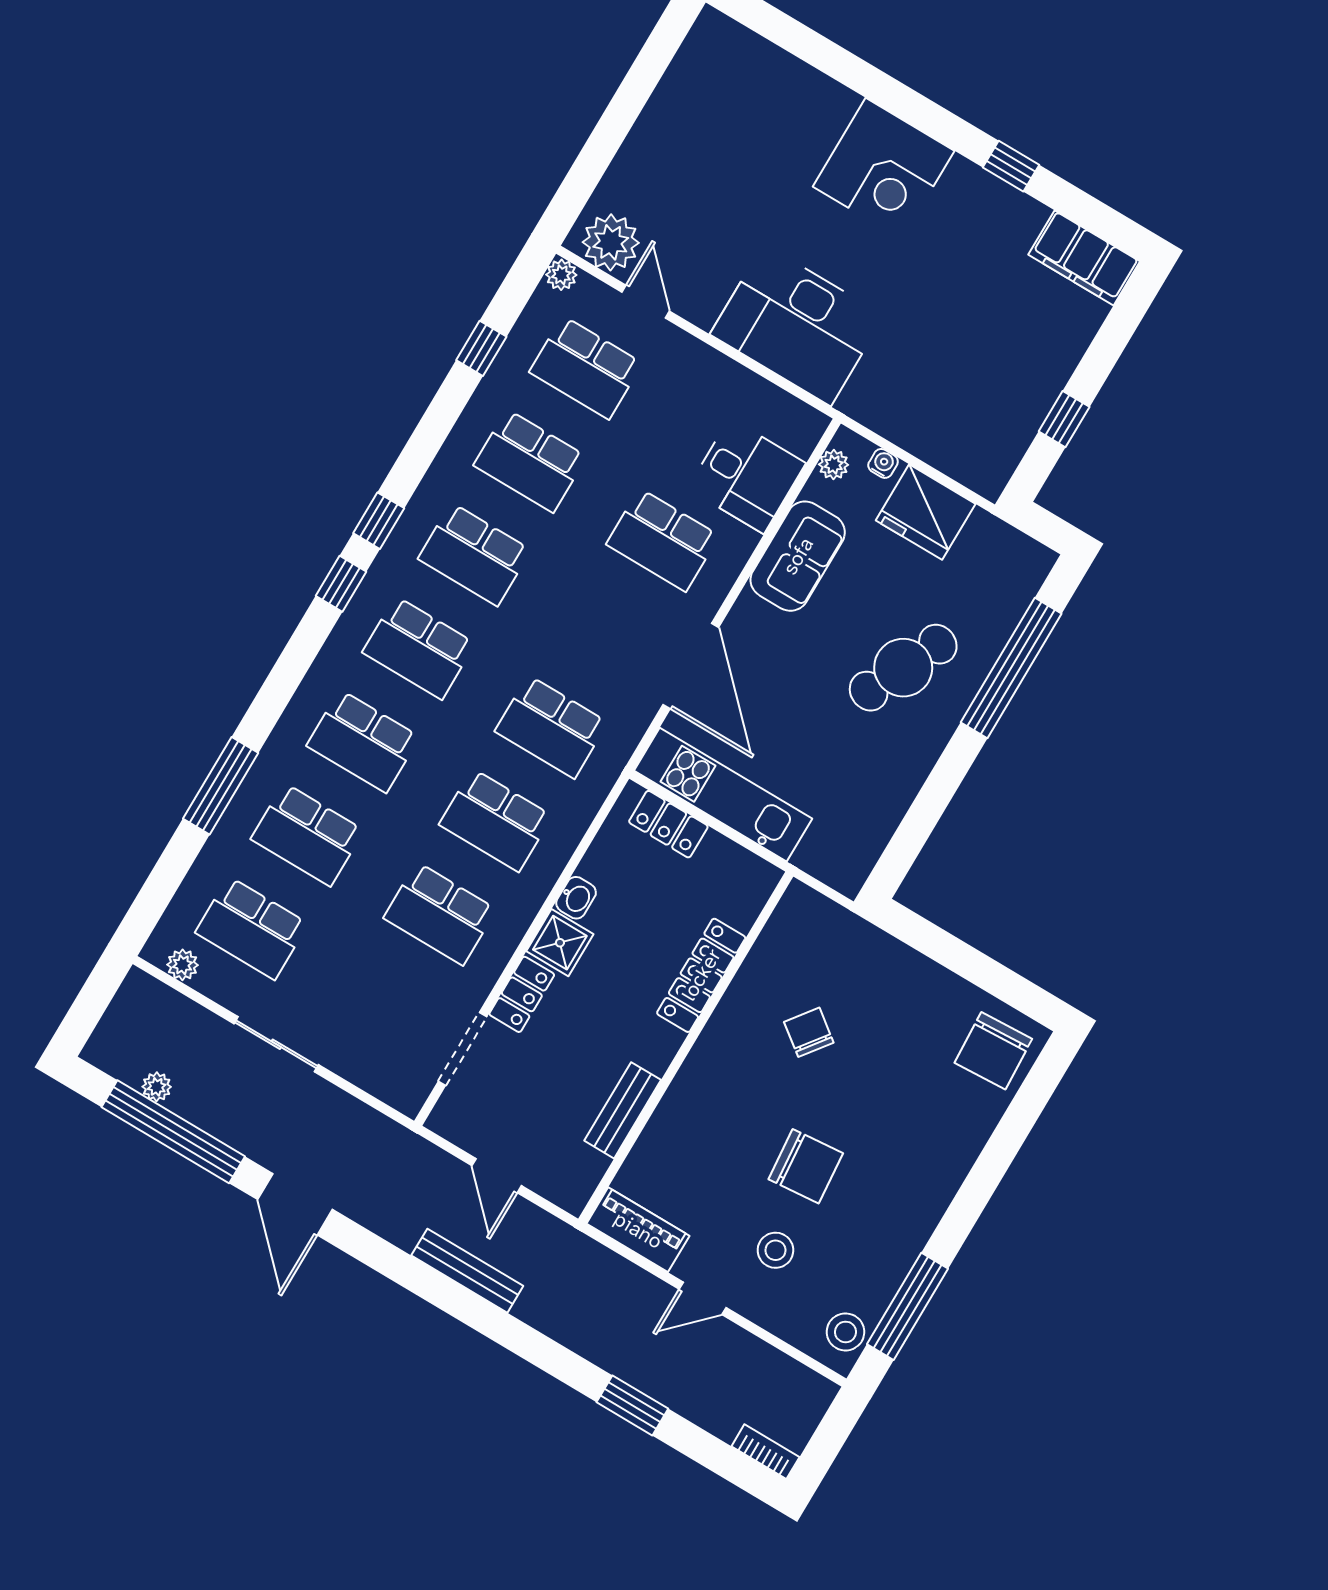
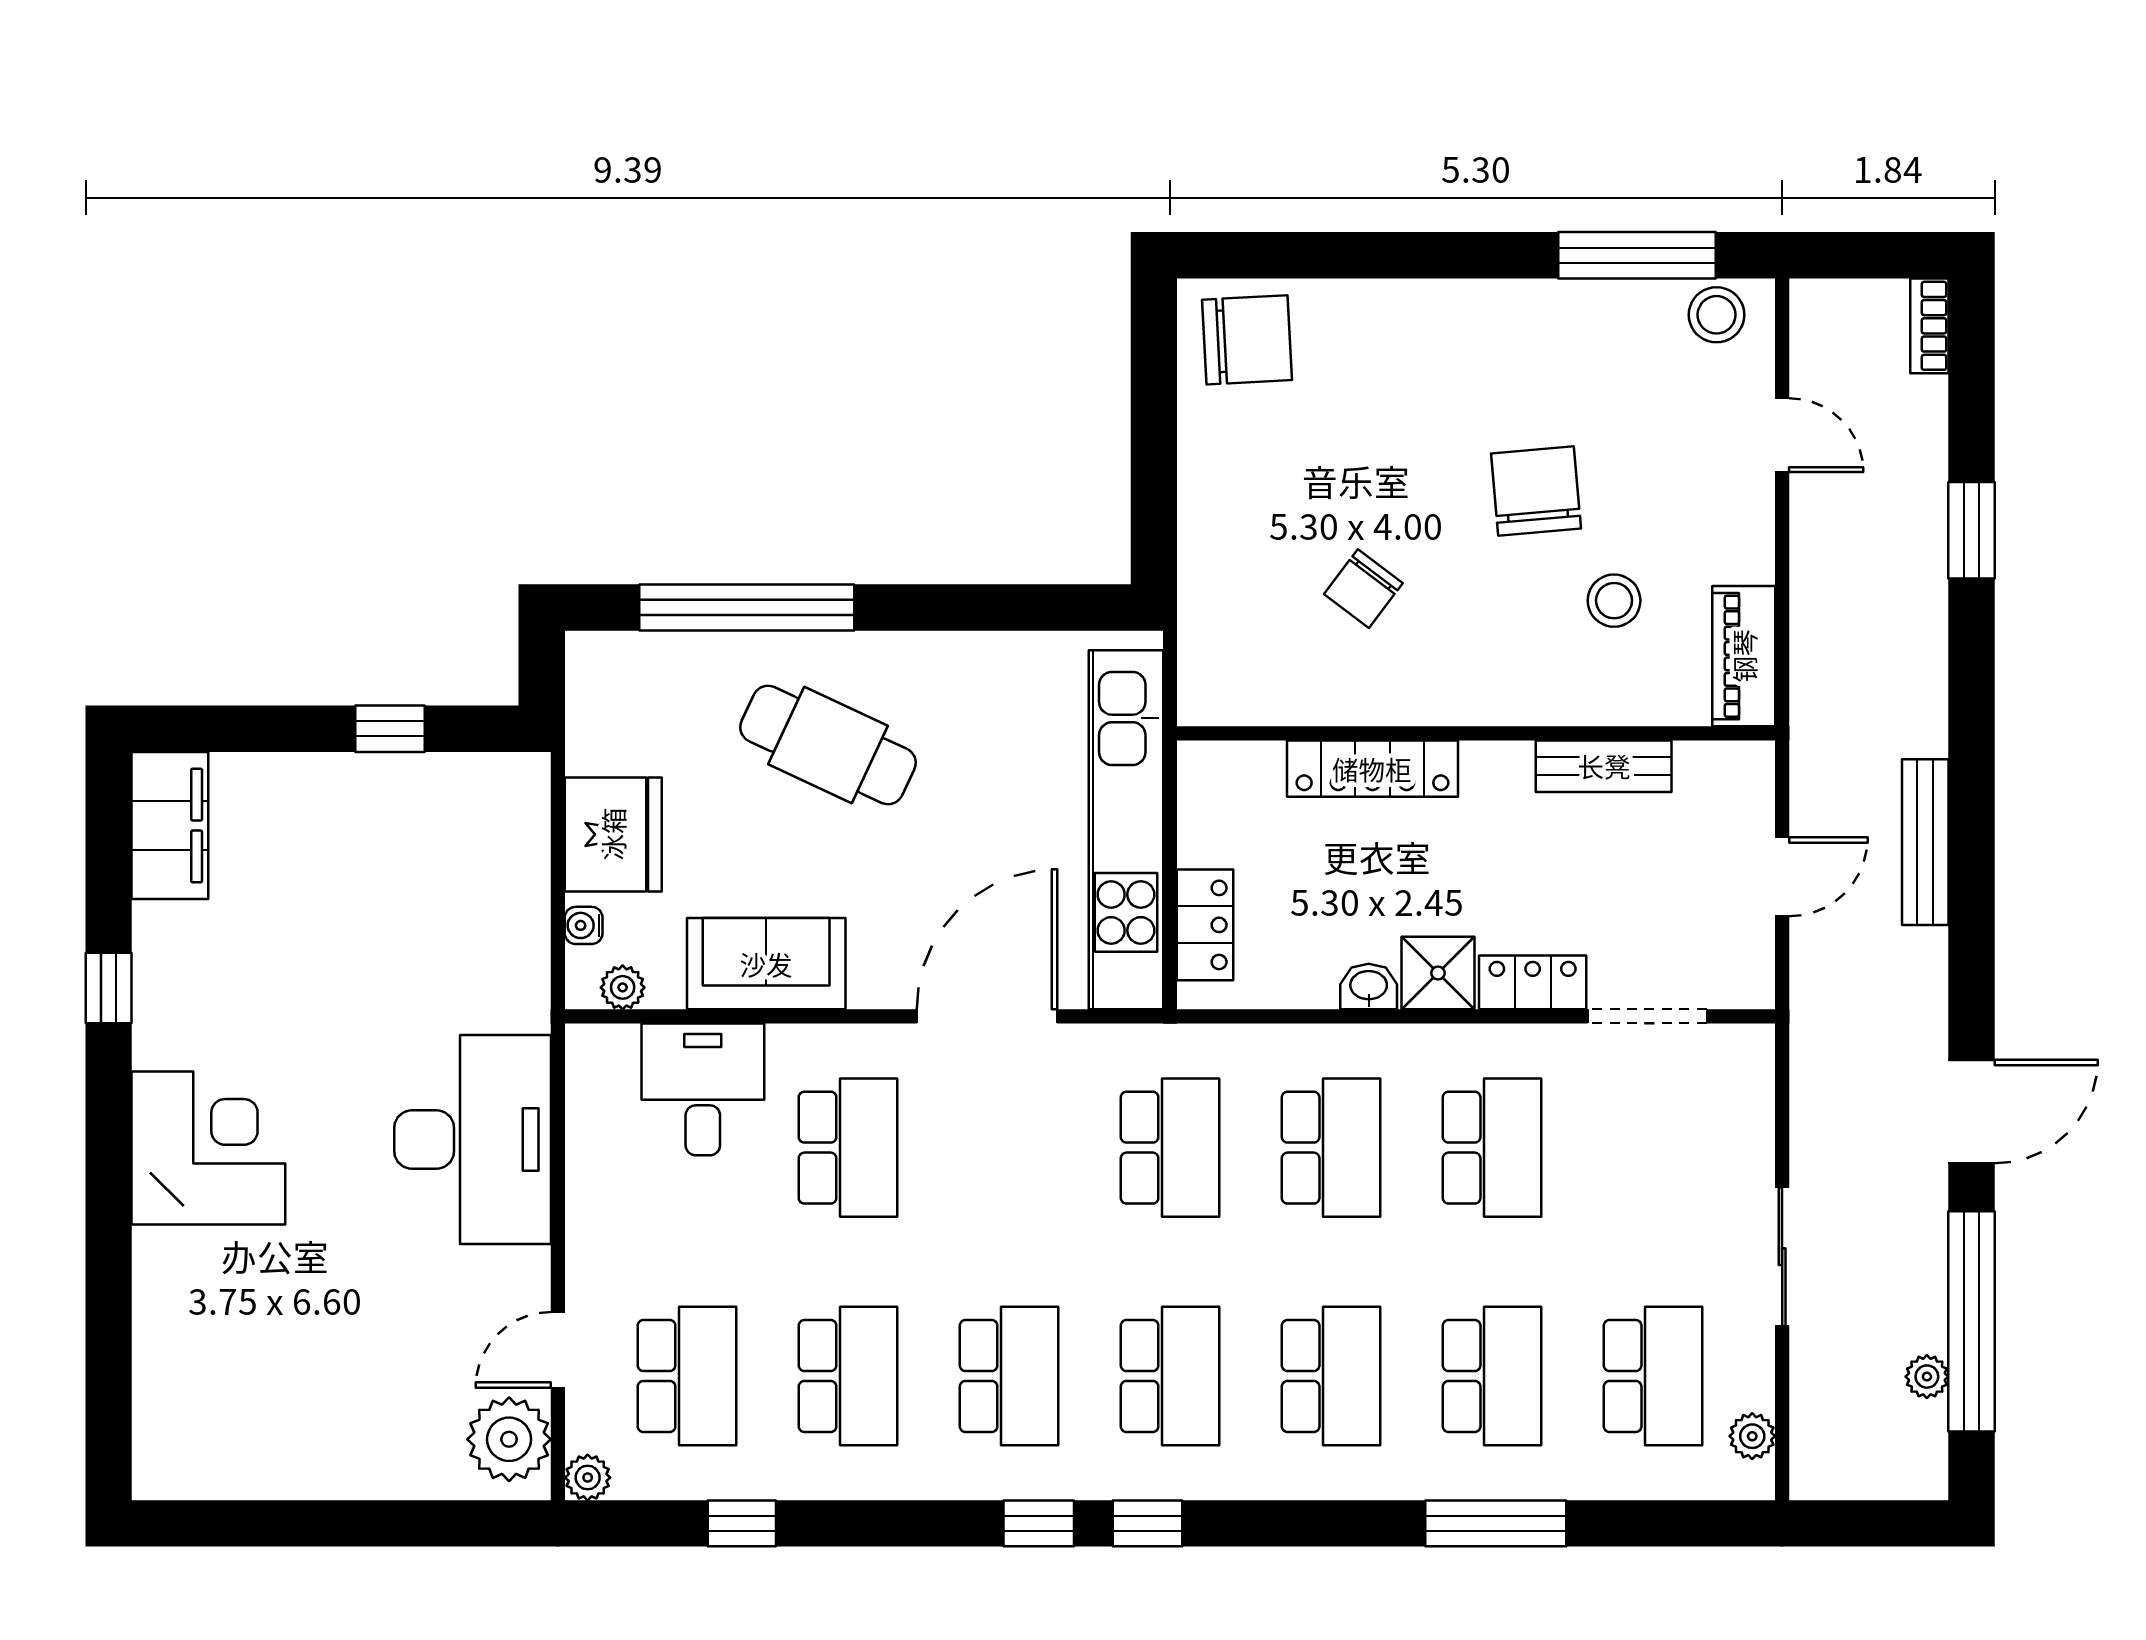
kitchen unit: (723, 795) -> (1126, 830), width x1.36
stool: (775, 1250) -> (1614, 601), moved
door: (703, 1298) -> (1782, 435), moved

